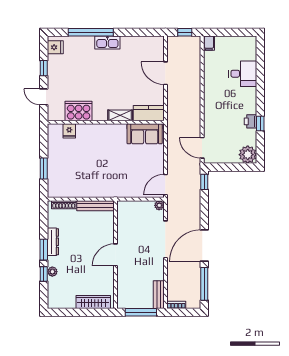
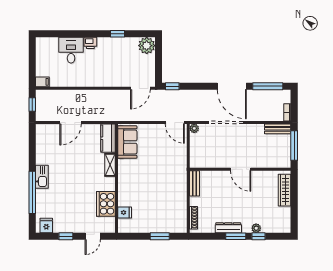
printer: (251, 121) -> (90, 43), moved
bench: (95, 206) -> (195, 183), width x0.73

